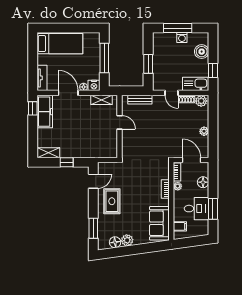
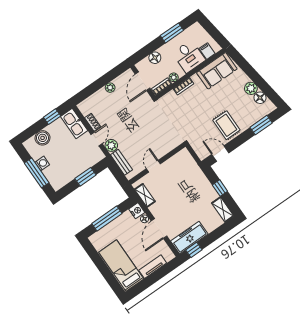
tv unit: (42, 78) -> (153, 267), moved
plant: (201, 101) -> (111, 145), moved
rug: (112, 201) -> (226, 125), turned 90
desk: (196, 209) -> (189, 56), moved, turned 180

